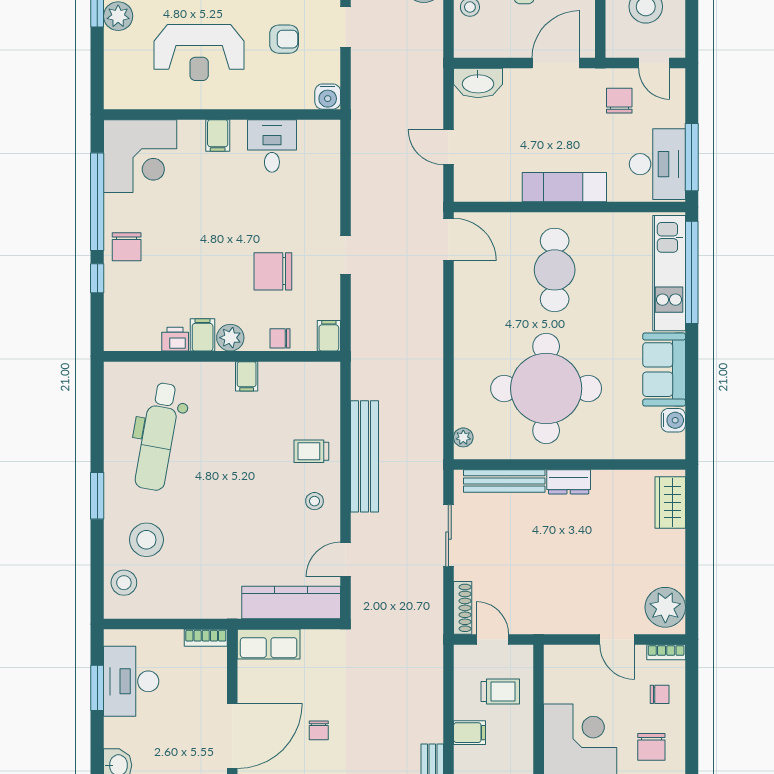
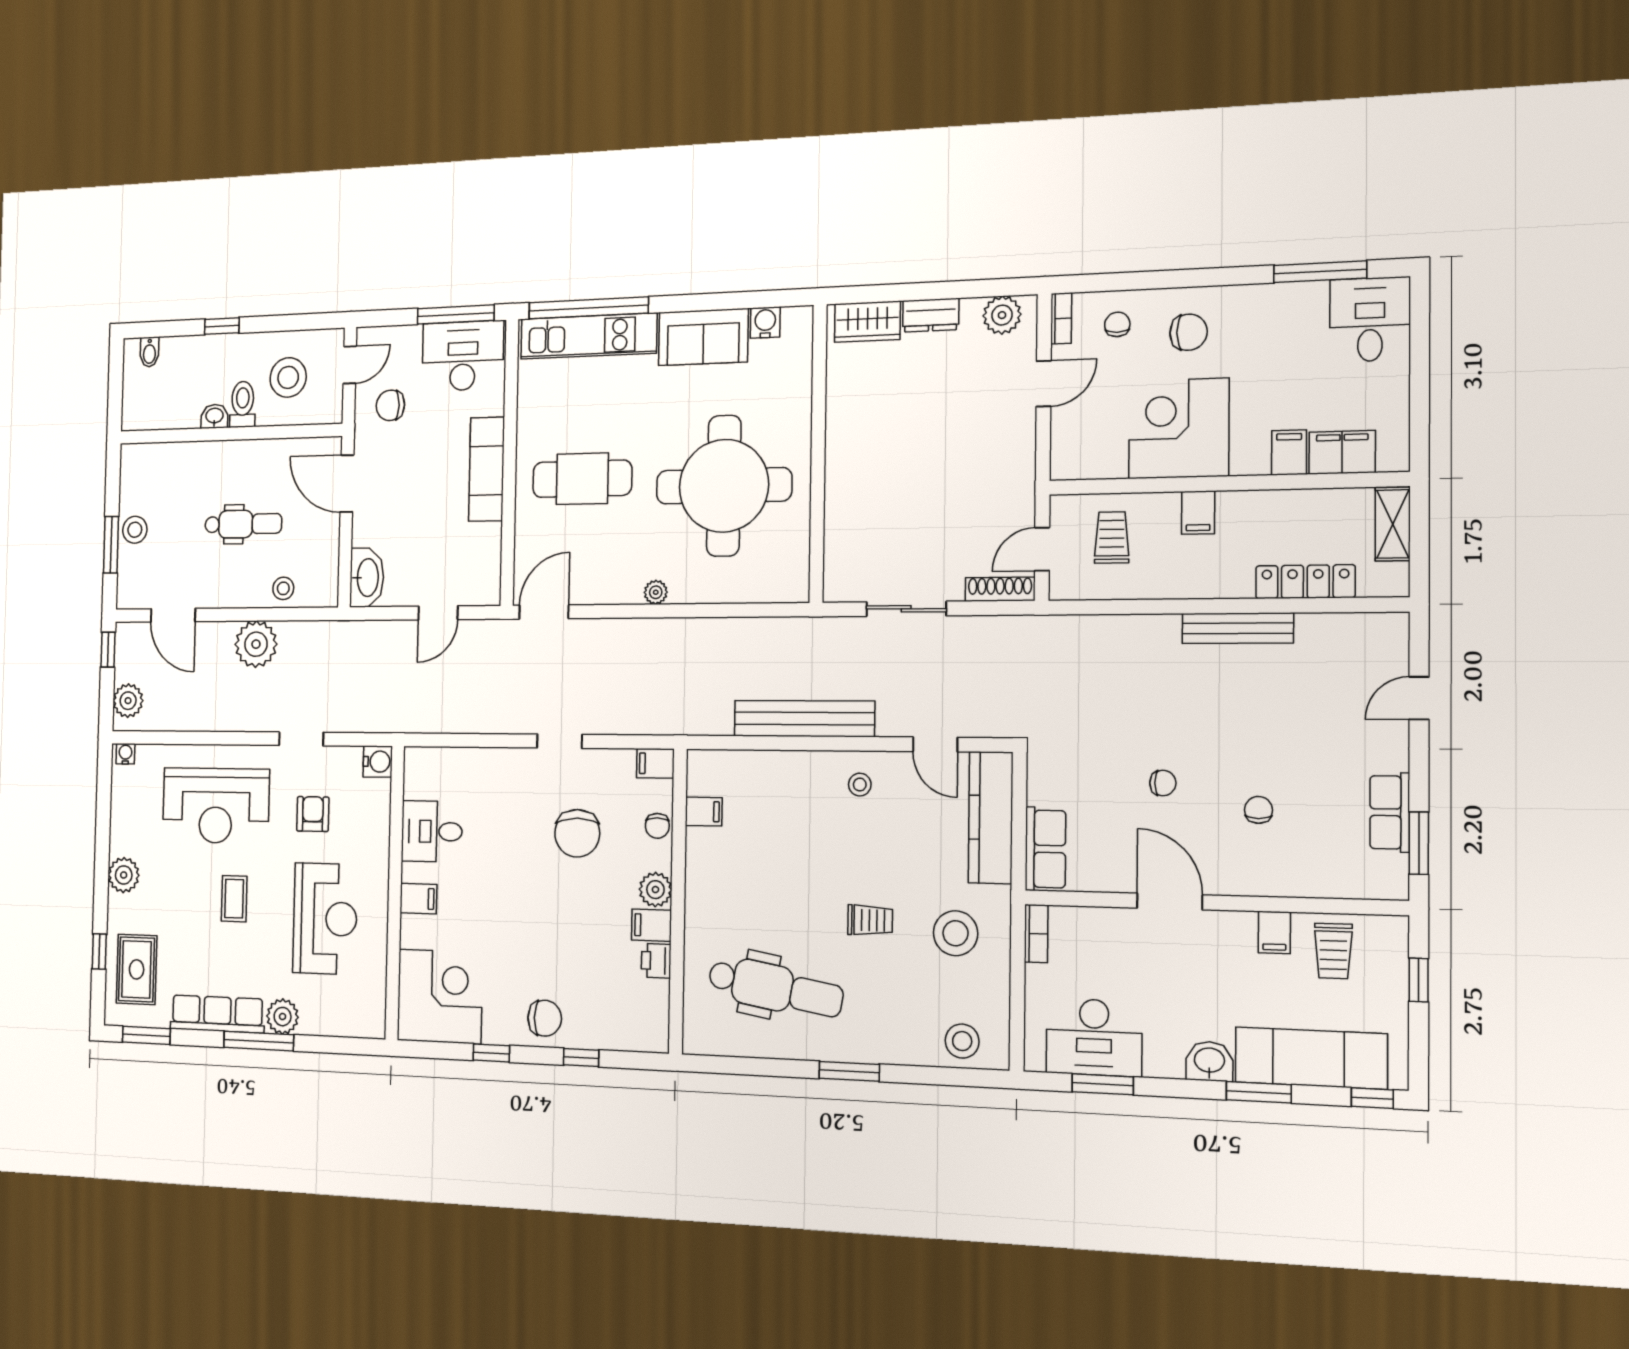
window: (97, 202) -> (491, 1053), width x0.32
filing cabinet: (247, 376) -> (704, 812), moved
plant: (463, 437) -> (656, 592), moved
trolley: (311, 451) -> (870, 920), moved, turned -90
bench: (504, 481) -> (838, 537), removed
dresser: (569, 482) -> (931, 315), moved, turned 90
stool: (146, 540) -> (956, 933), moved
plant: (665, 607) -> (1002, 315), width x0.73, depth x0.73
filing cabinet: (470, 733) -> (1198, 513), moved, turned 180
door: (232, 736) -> (1170, 901), width x0.73

